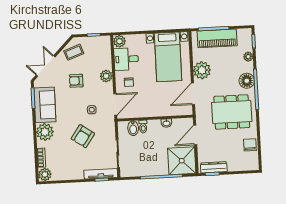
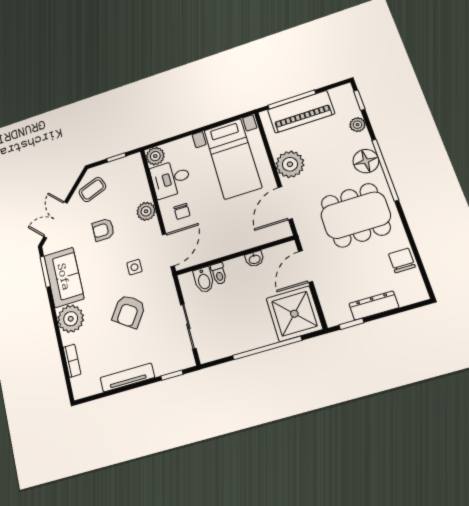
dresser: (214, 167) -> (374, 305), moved
plant: (45, 174) -> (82, 387), removed
tv unit: (101, 174) -> (127, 378), moved

